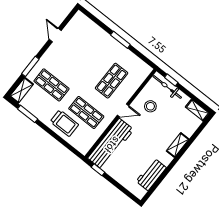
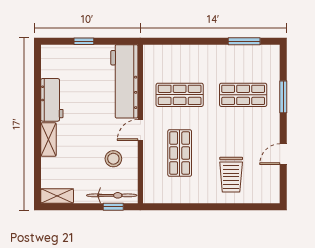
door: (55, 35) -> (283, 154), swing flipped
window: (120, 40) -> (206, 207), removed
shelving: (21, 90) -> (272, 62), removed
trolley: (64, 123) -> (231, 175), moved, turned -90
window: (98, 170) -> (84, 41), moved
workbench: (151, 174) -> (52, 100), moved

